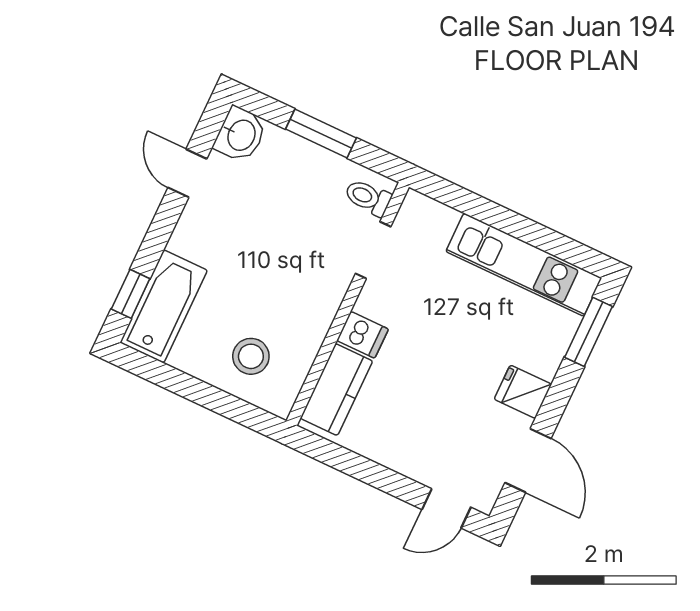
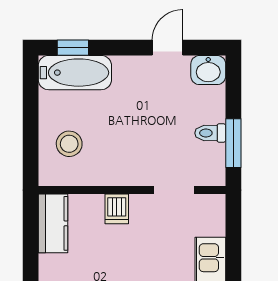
window: (321, 134) -> (233, 143), moved
toilet: (368, 197) -> (210, 133), moved, turned -90
kitchen counter: (336, 390) -> (53, 223), moved, turned -90

